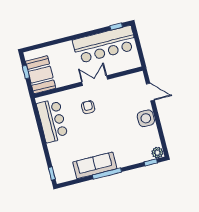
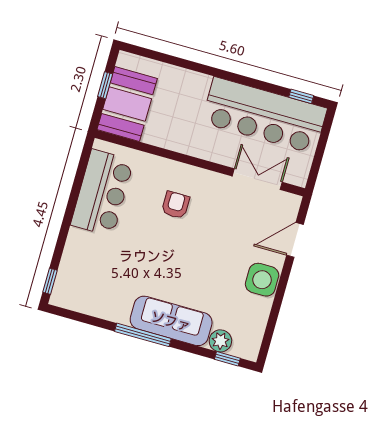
double door: (95, 81) -> (257, 179), moved
door: (150, 92) -> (295, 240), swing flipped
plant: (157, 153) -> (220, 341), moved
sofa: (95, 165) -> (171, 321), moved

